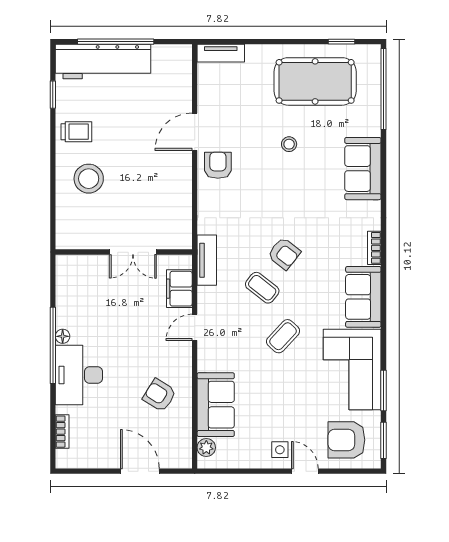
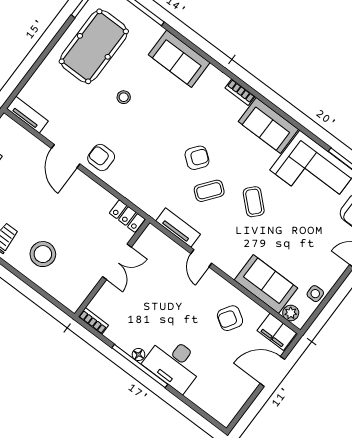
tv unit: (221, 53) -> (27, 115), moved, turned -90
locker: (182, 230) -> (127, 216), added
tv unit: (207, 260) -> (178, 228), moved
filing cabinet: (179, 289) -> (277, 332), moved
bookcase: (62, 432) -> (93, 321), moved
side table: (280, 450) -> (315, 294), moved

